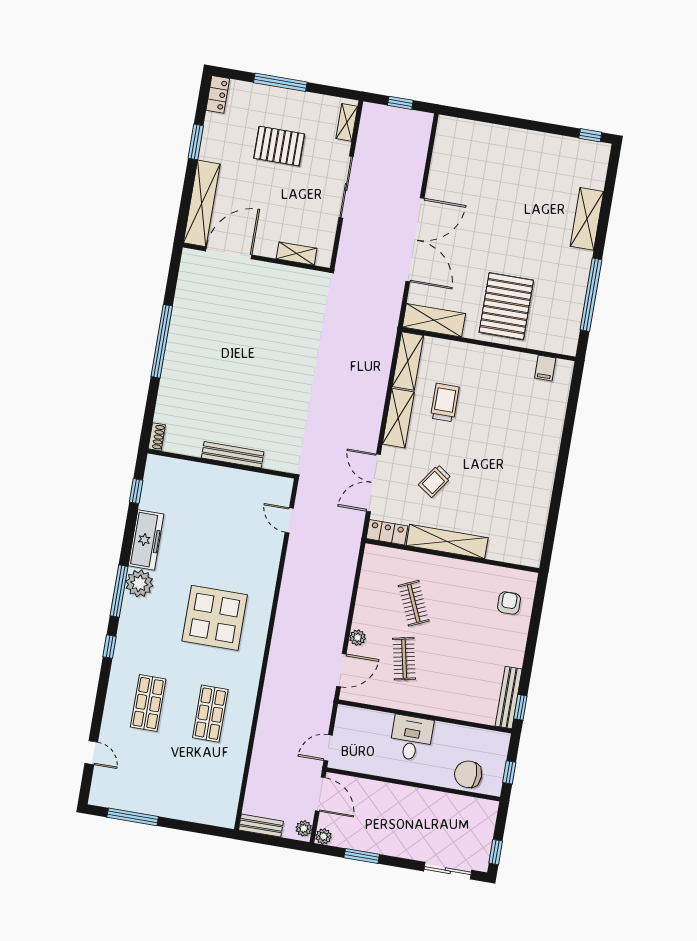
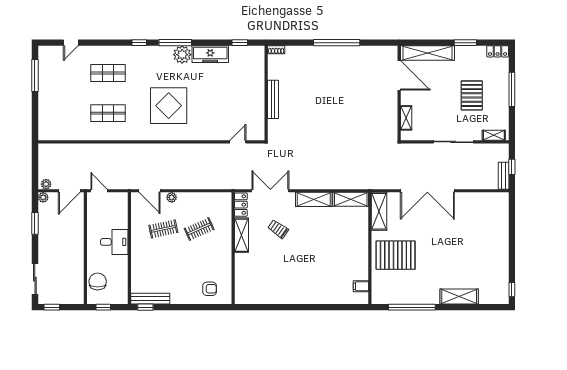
trolley: (445, 402) -> (329, 227), removed
shelving: (447, 542) -> (242, 235), width x0.68
bench: (261, 826) -> (504, 176), moved

